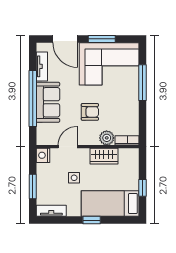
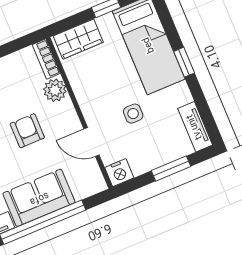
wardrobe: (104, 156) -> (78, 39), moved, turned 90

